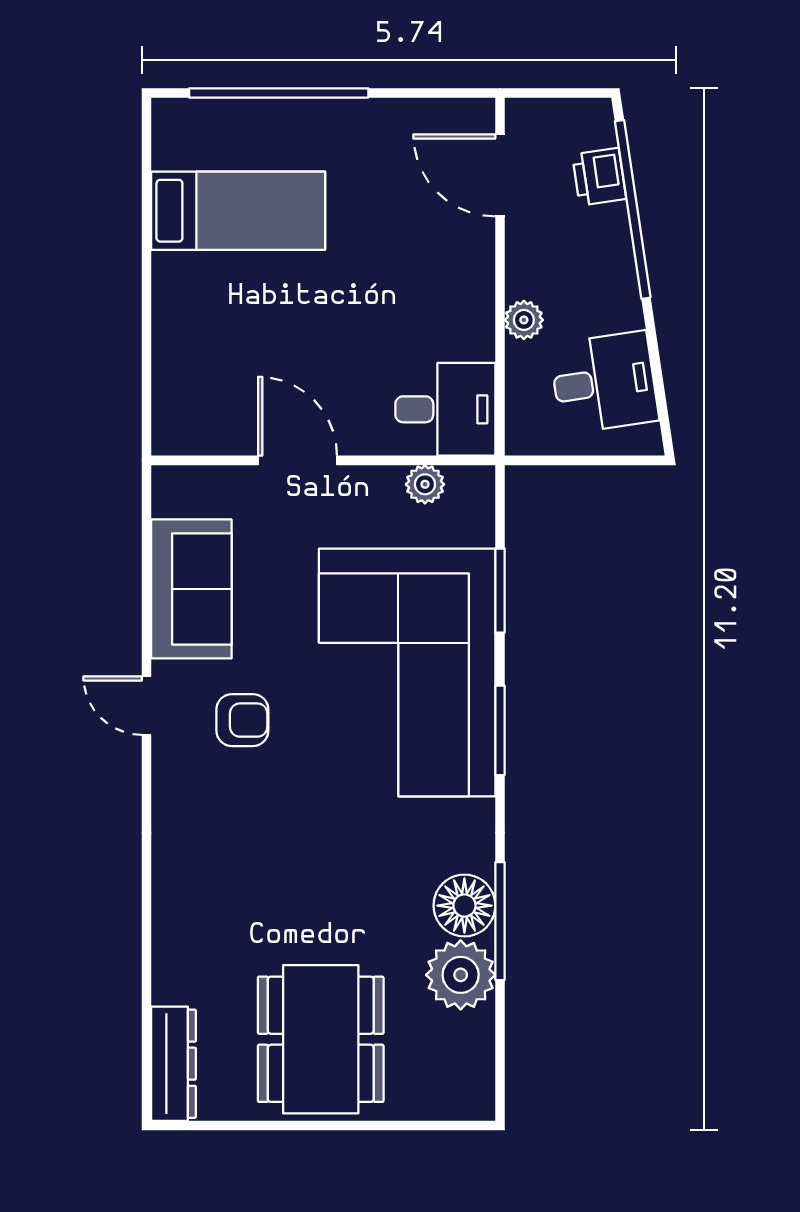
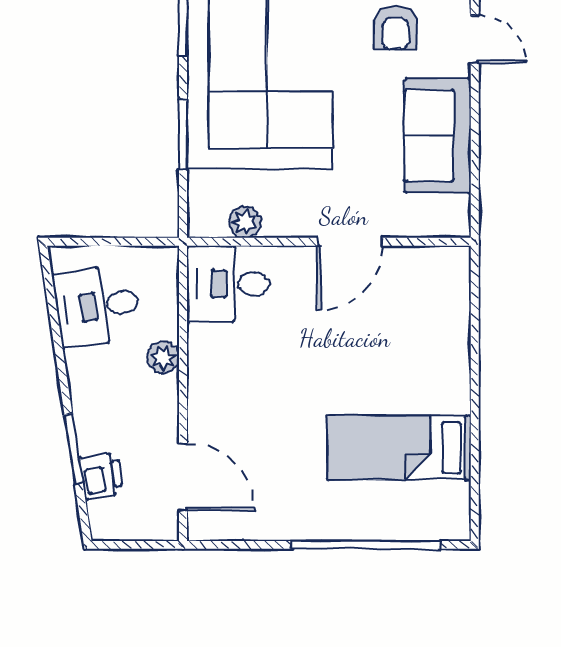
window: (633, 209) -> (74, 449), width x0.47
door: (298, 460) -> (350, 242), hinge flipped
armchair: (242, 720) -> (396, 27), turned -90

